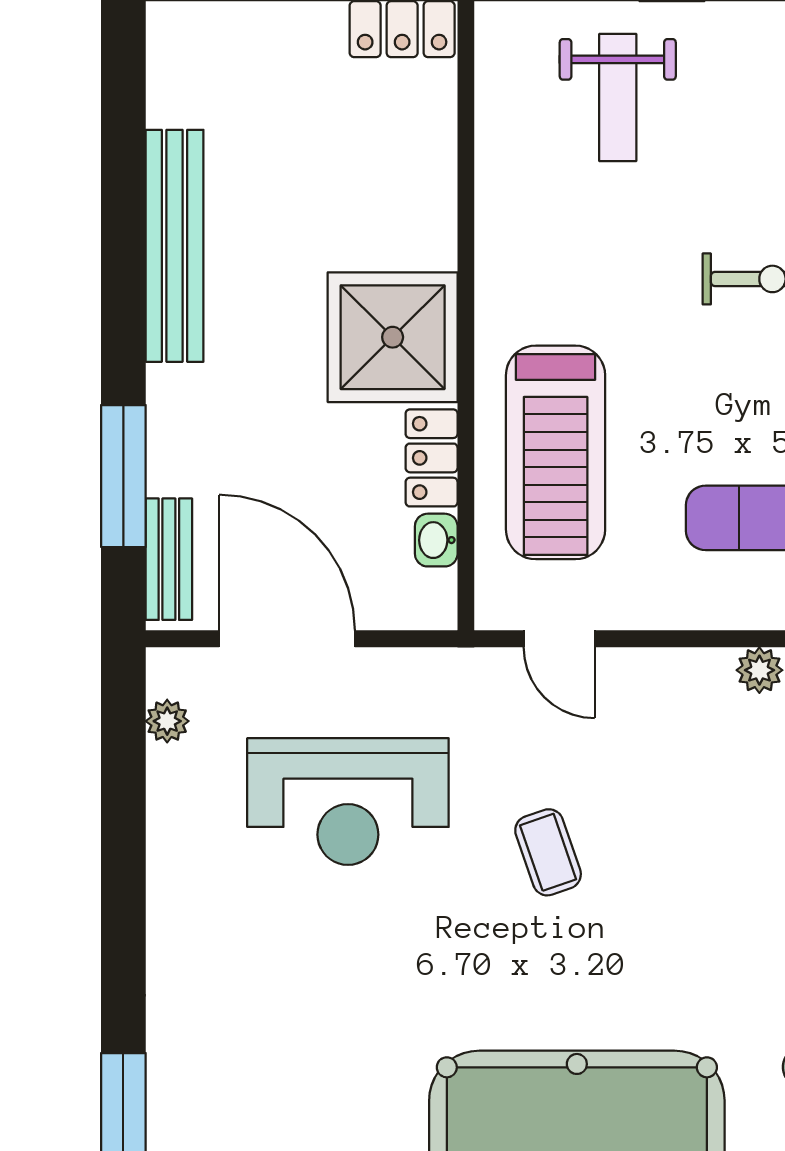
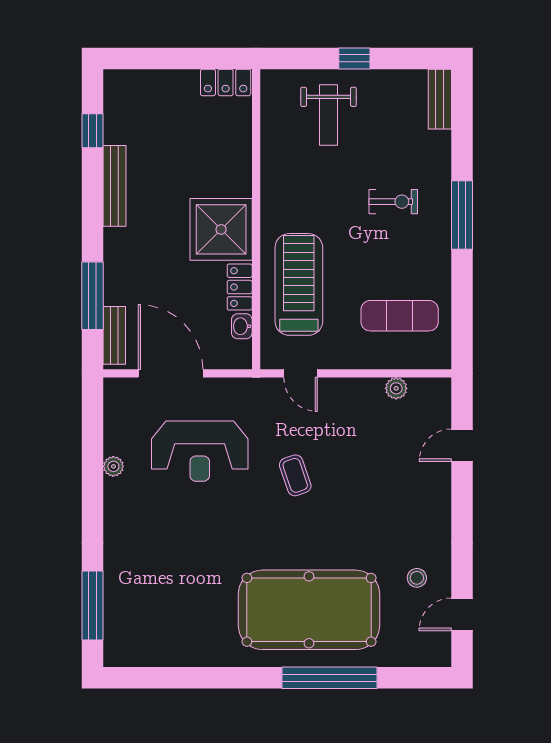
window: (123, 130) -> (93, 131), added
bench: (175, 246) -> (115, 186), width x0.73, depth x0.82
treadmill: (556, 452) -> (299, 284), turned 180
plant: (167, 721) -> (113, 466), moved

